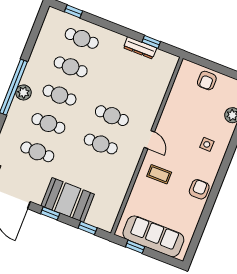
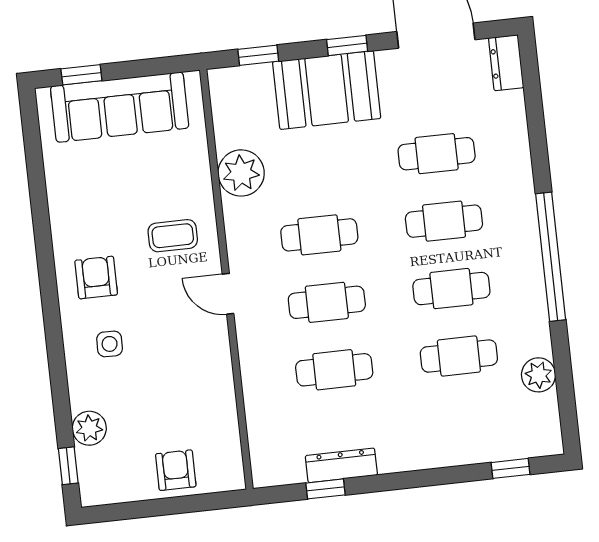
cafe table: (82, 38) -> (334, 370), moved
plant: (23, 92) -> (538, 375), moved
plant: (119, 185) -> (241, 173), added
armchair: (199, 189) -> (96, 278), moved, turned 180
window: (135, 247) -> (81, 75), moved

